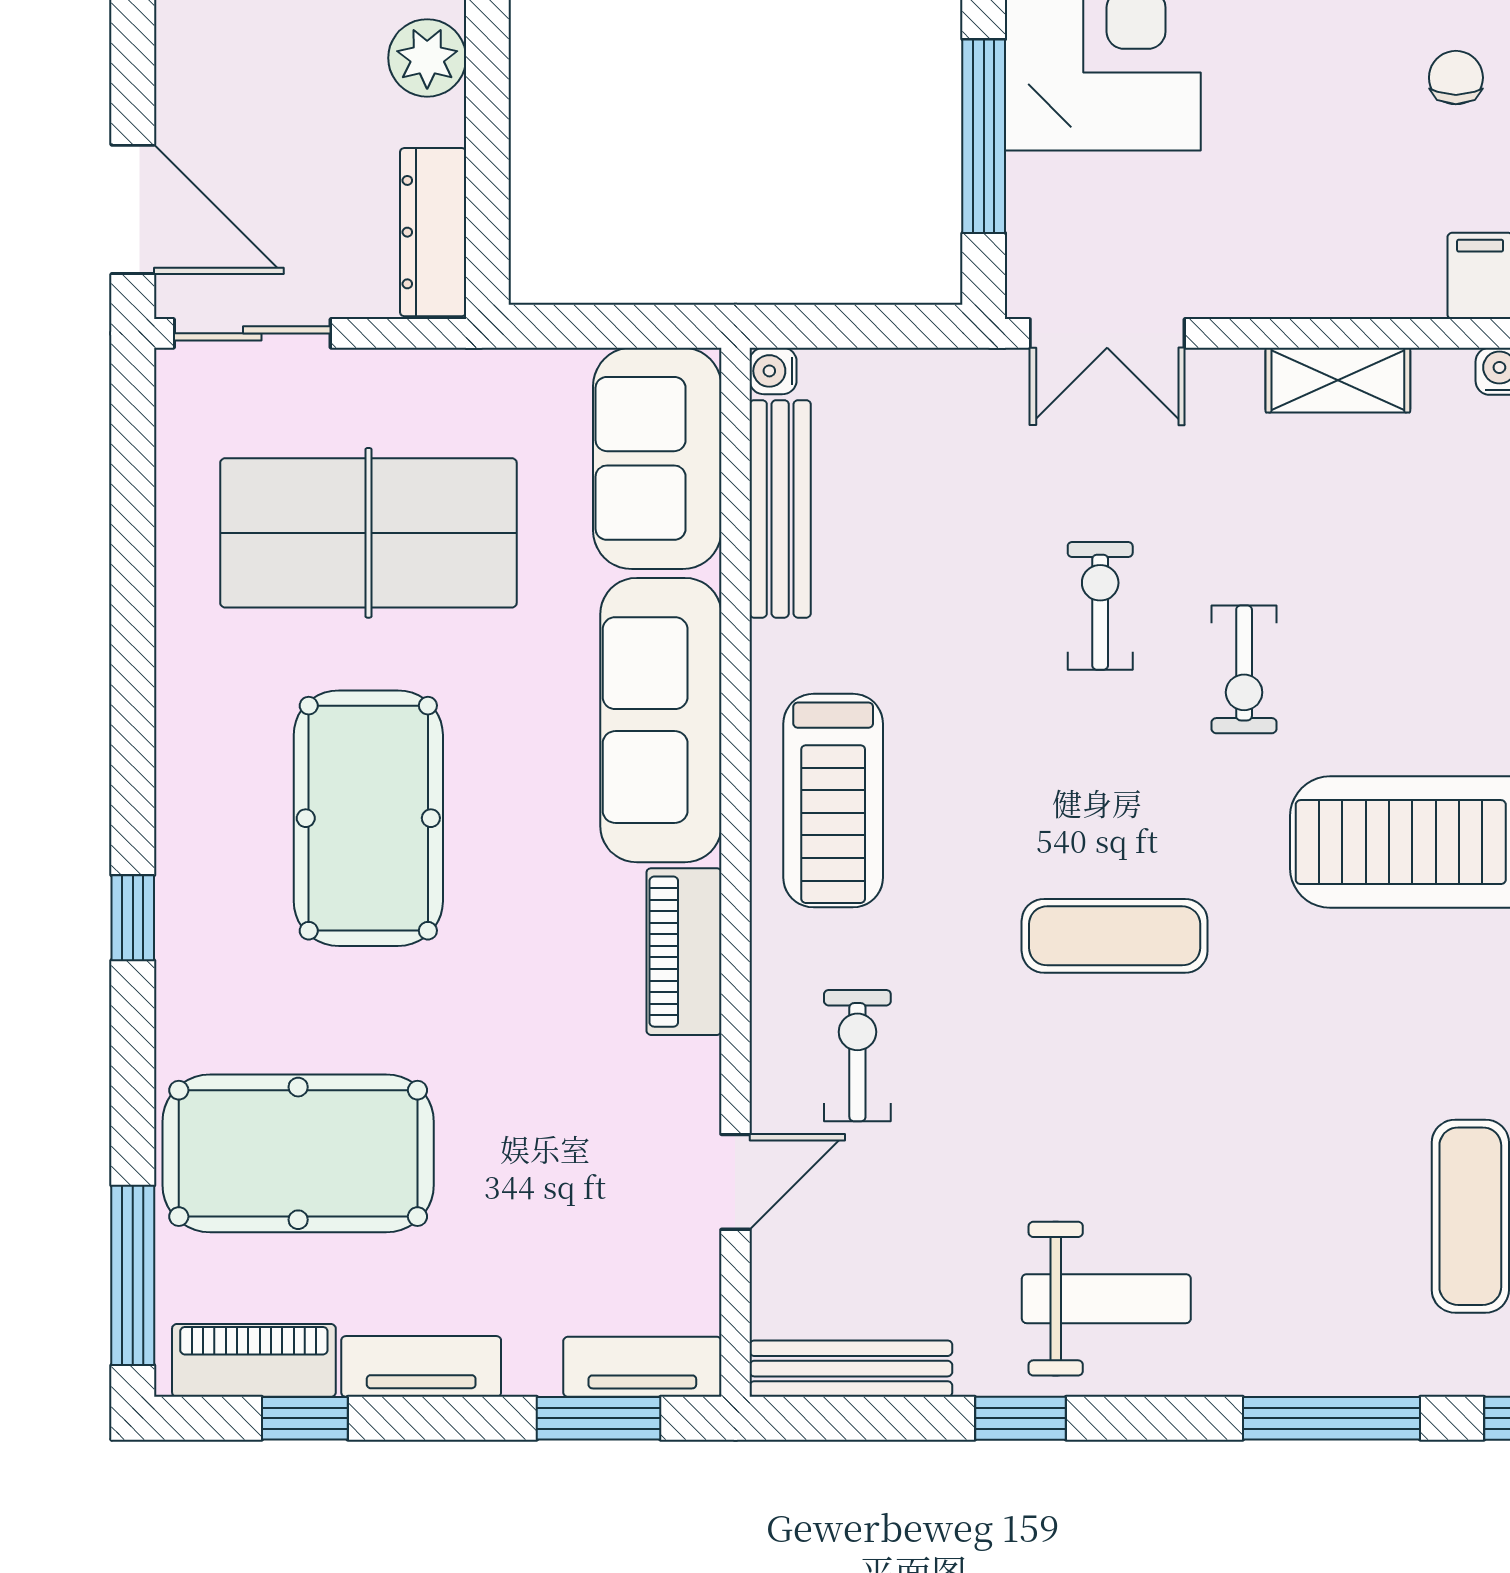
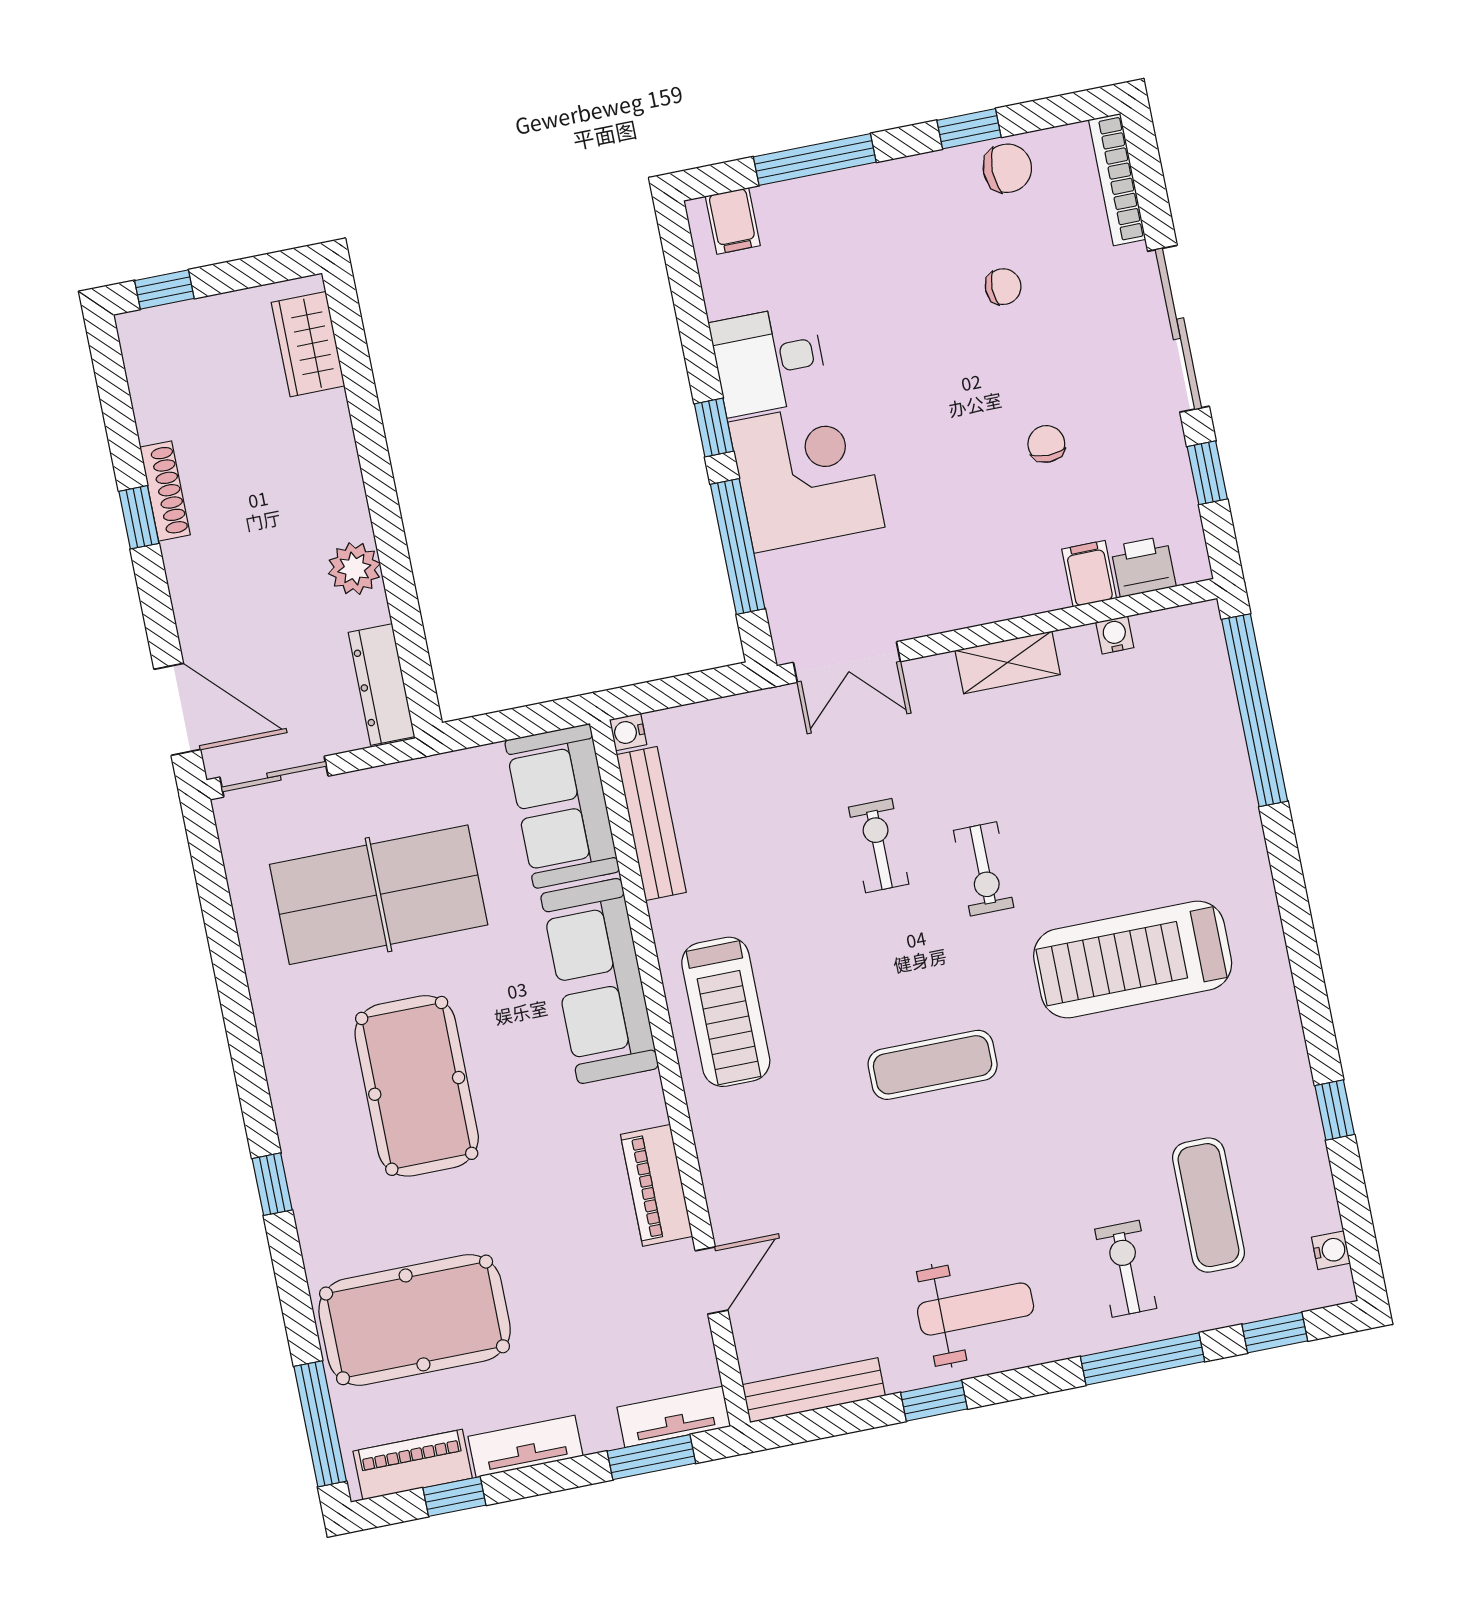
piano: (684, 952) -> (657, 1185), moved
exercise bike: (857, 1056) -> (1126, 1269), moved

